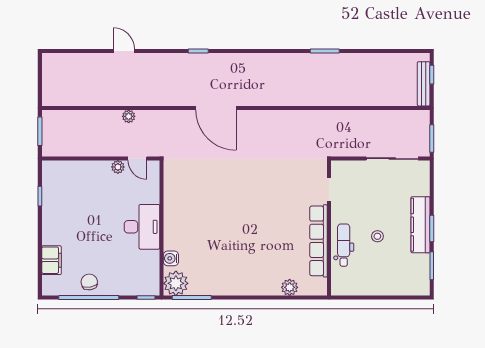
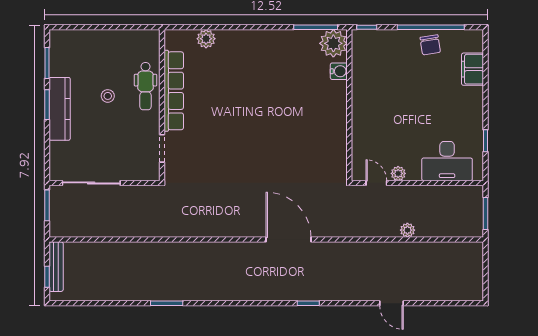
plant: (129, 116) -> (407, 230), moved
desk: (142, 227) -> (447, 161), moved, turned -90

